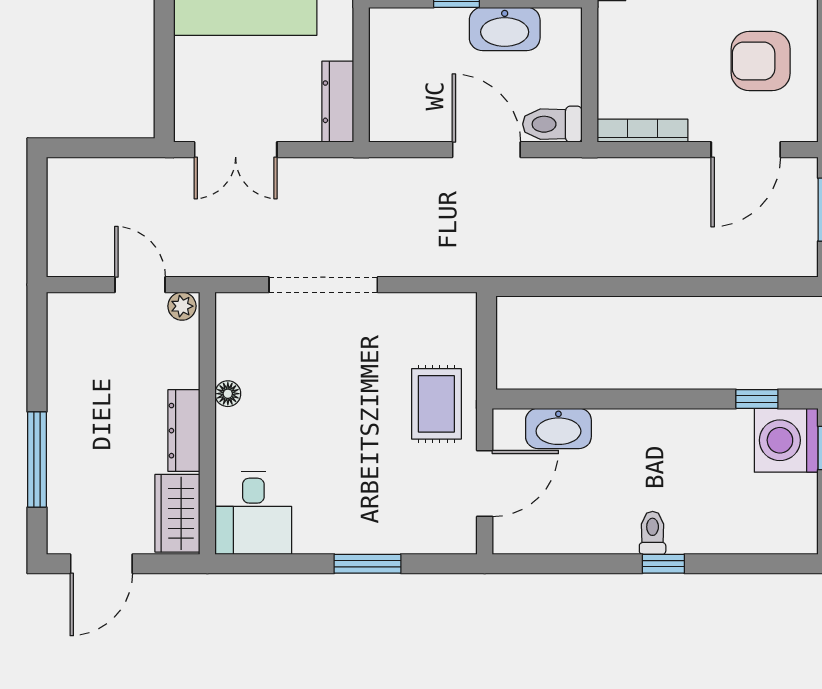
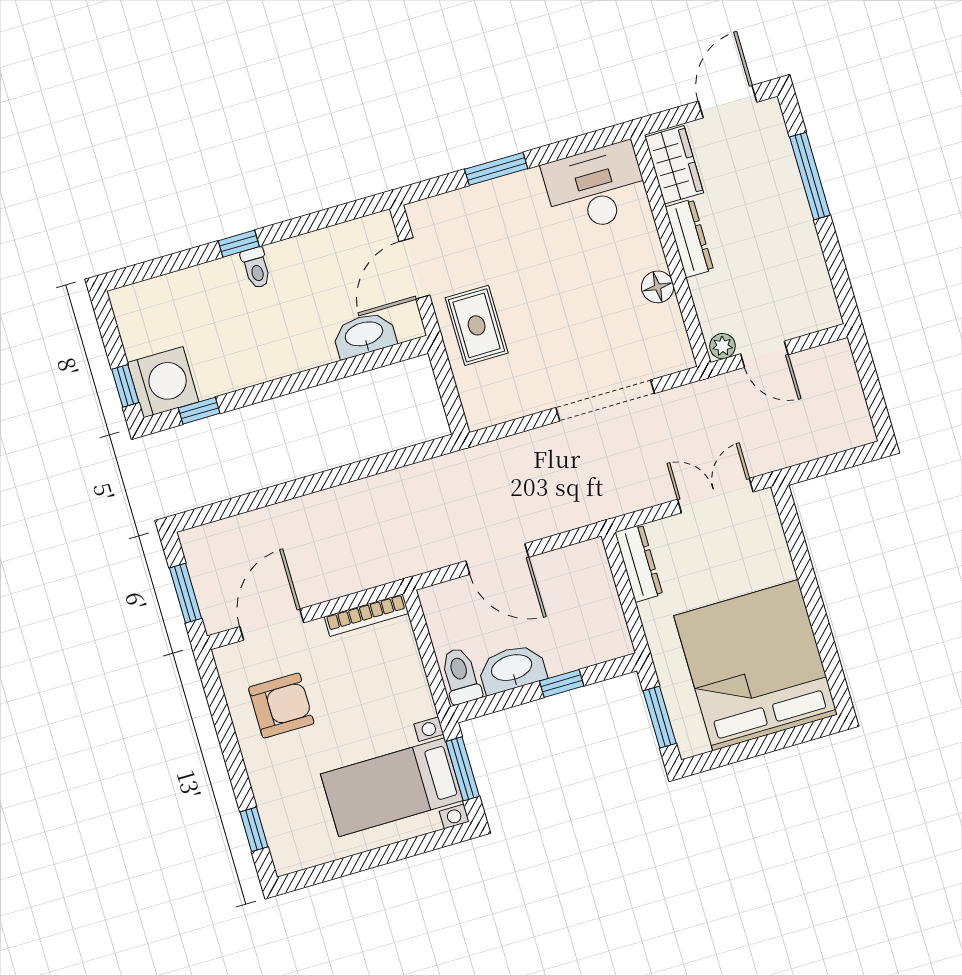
toilet: (552, 124) -> (461, 676), moved, turned -90
floor lamp: (228, 394) -> (658, 287), width x1.37, depth x1.37
desk: (253, 513) -> (596, 188), width x1.37

